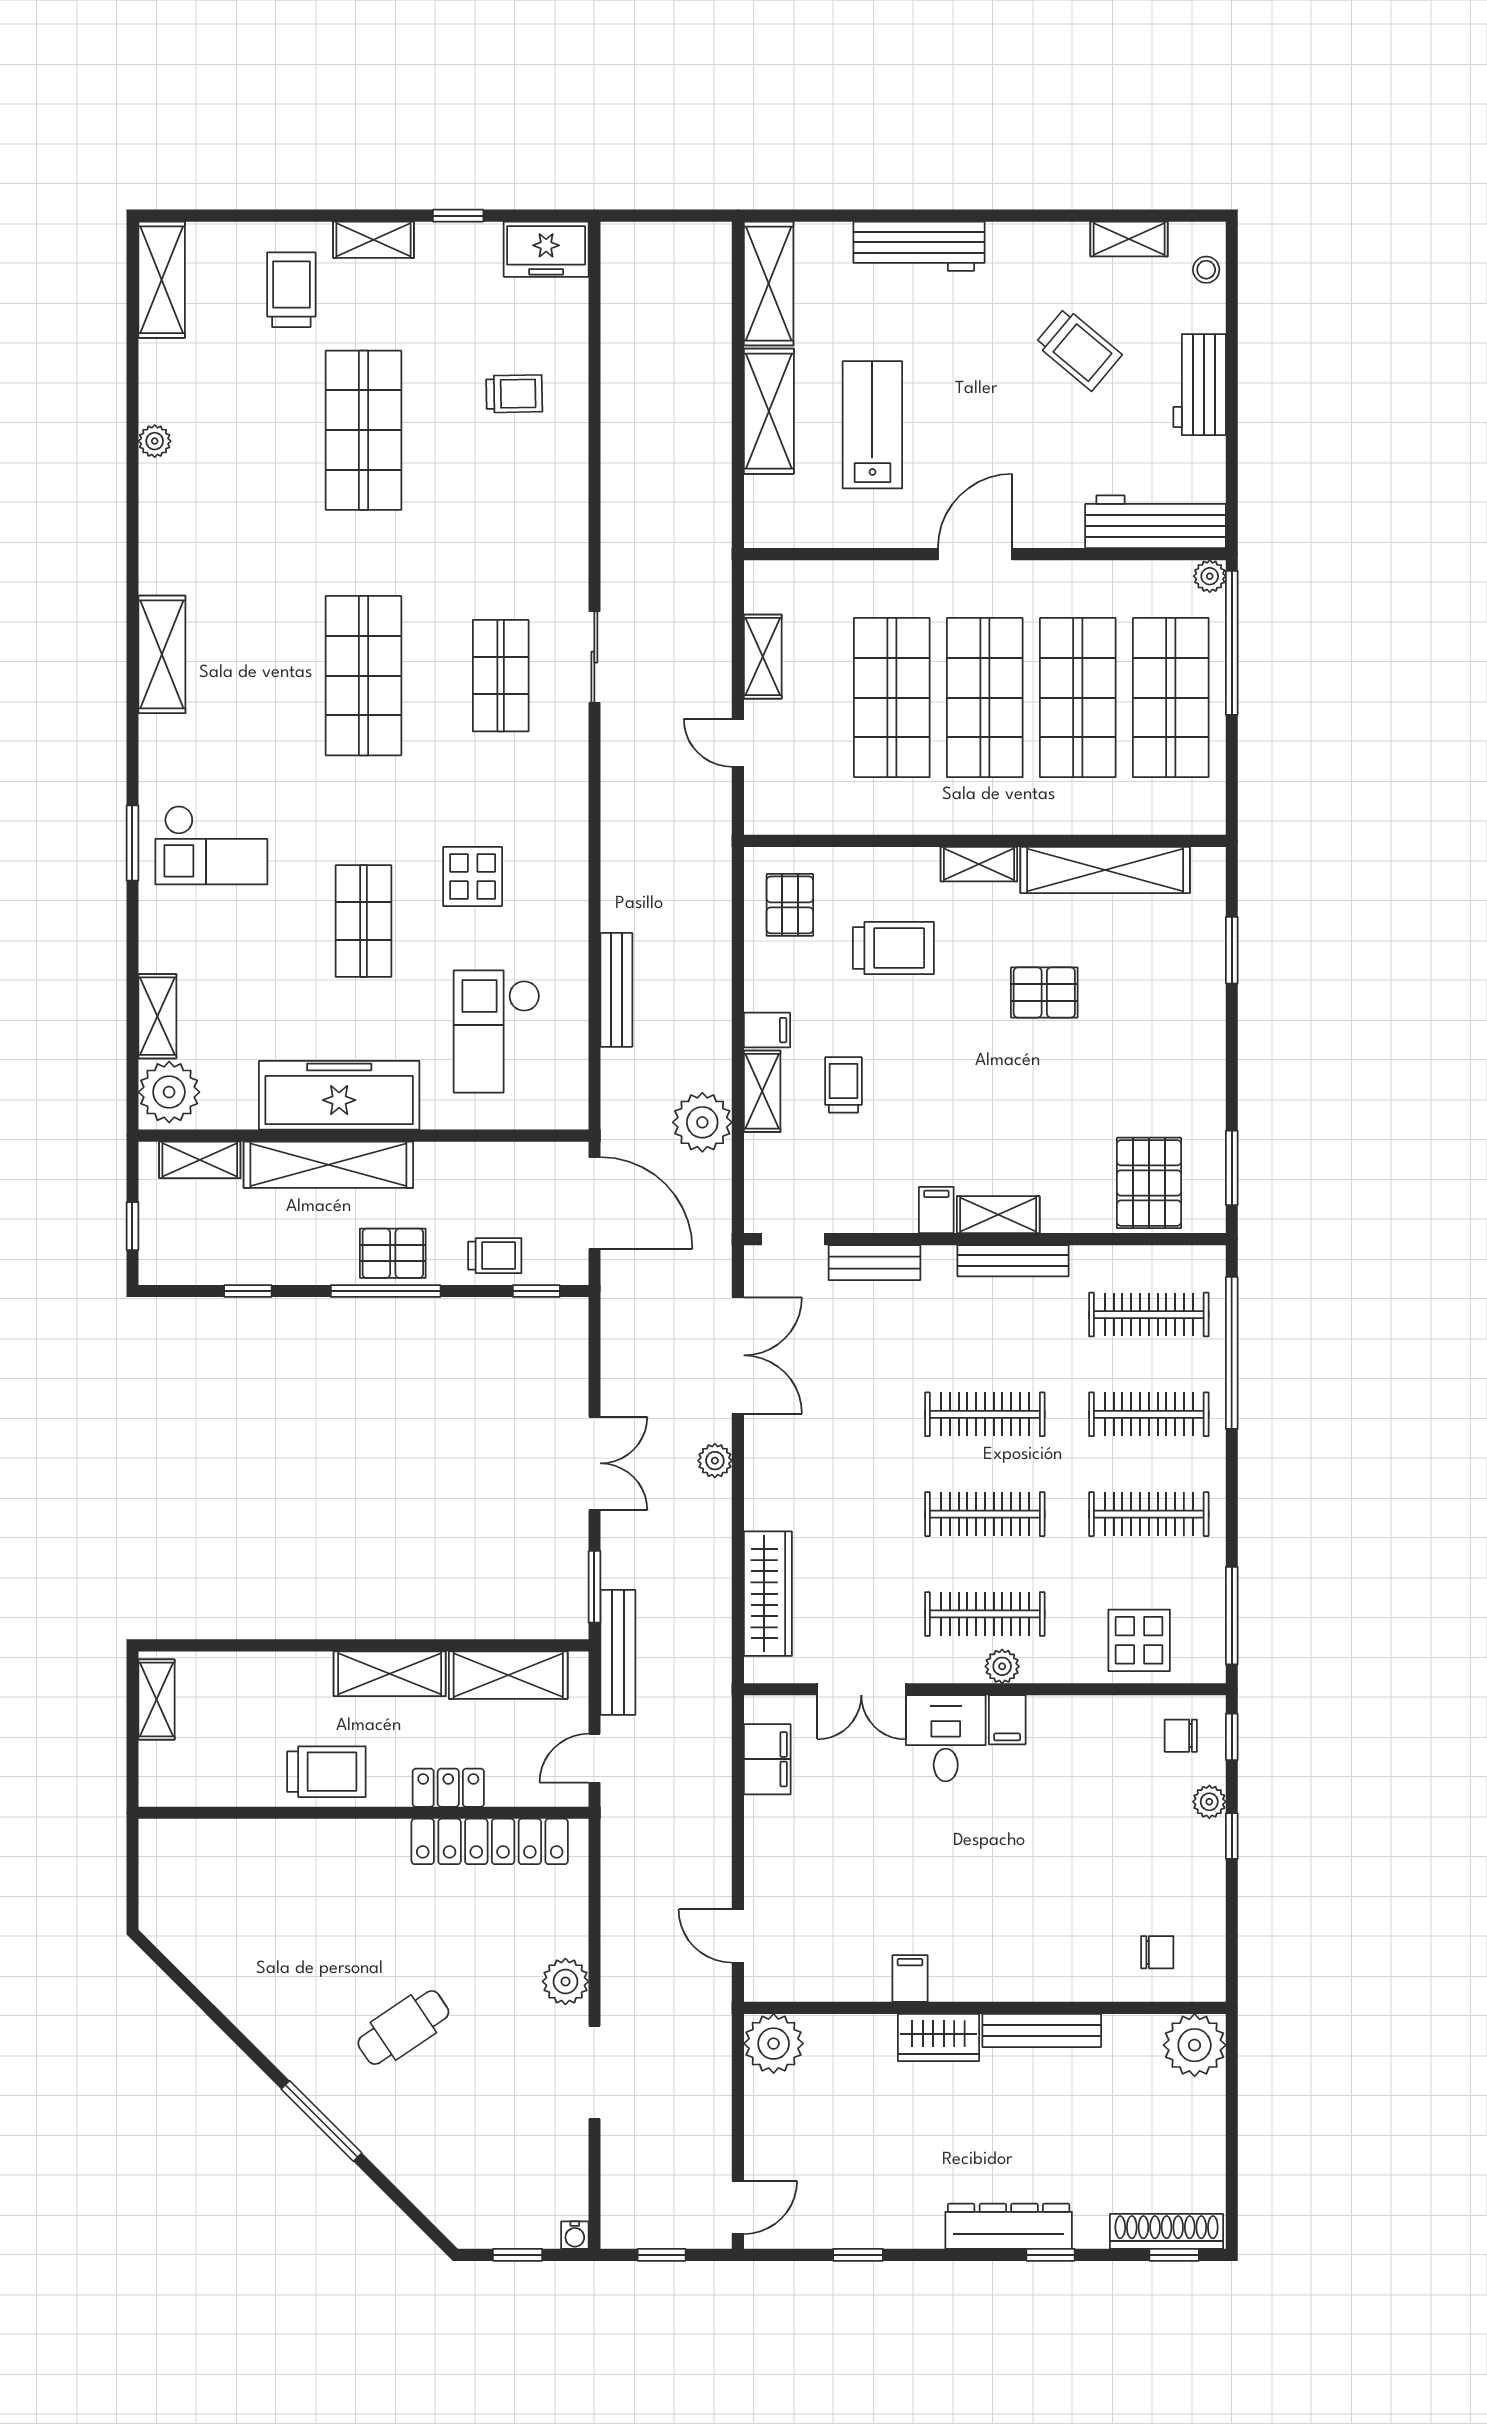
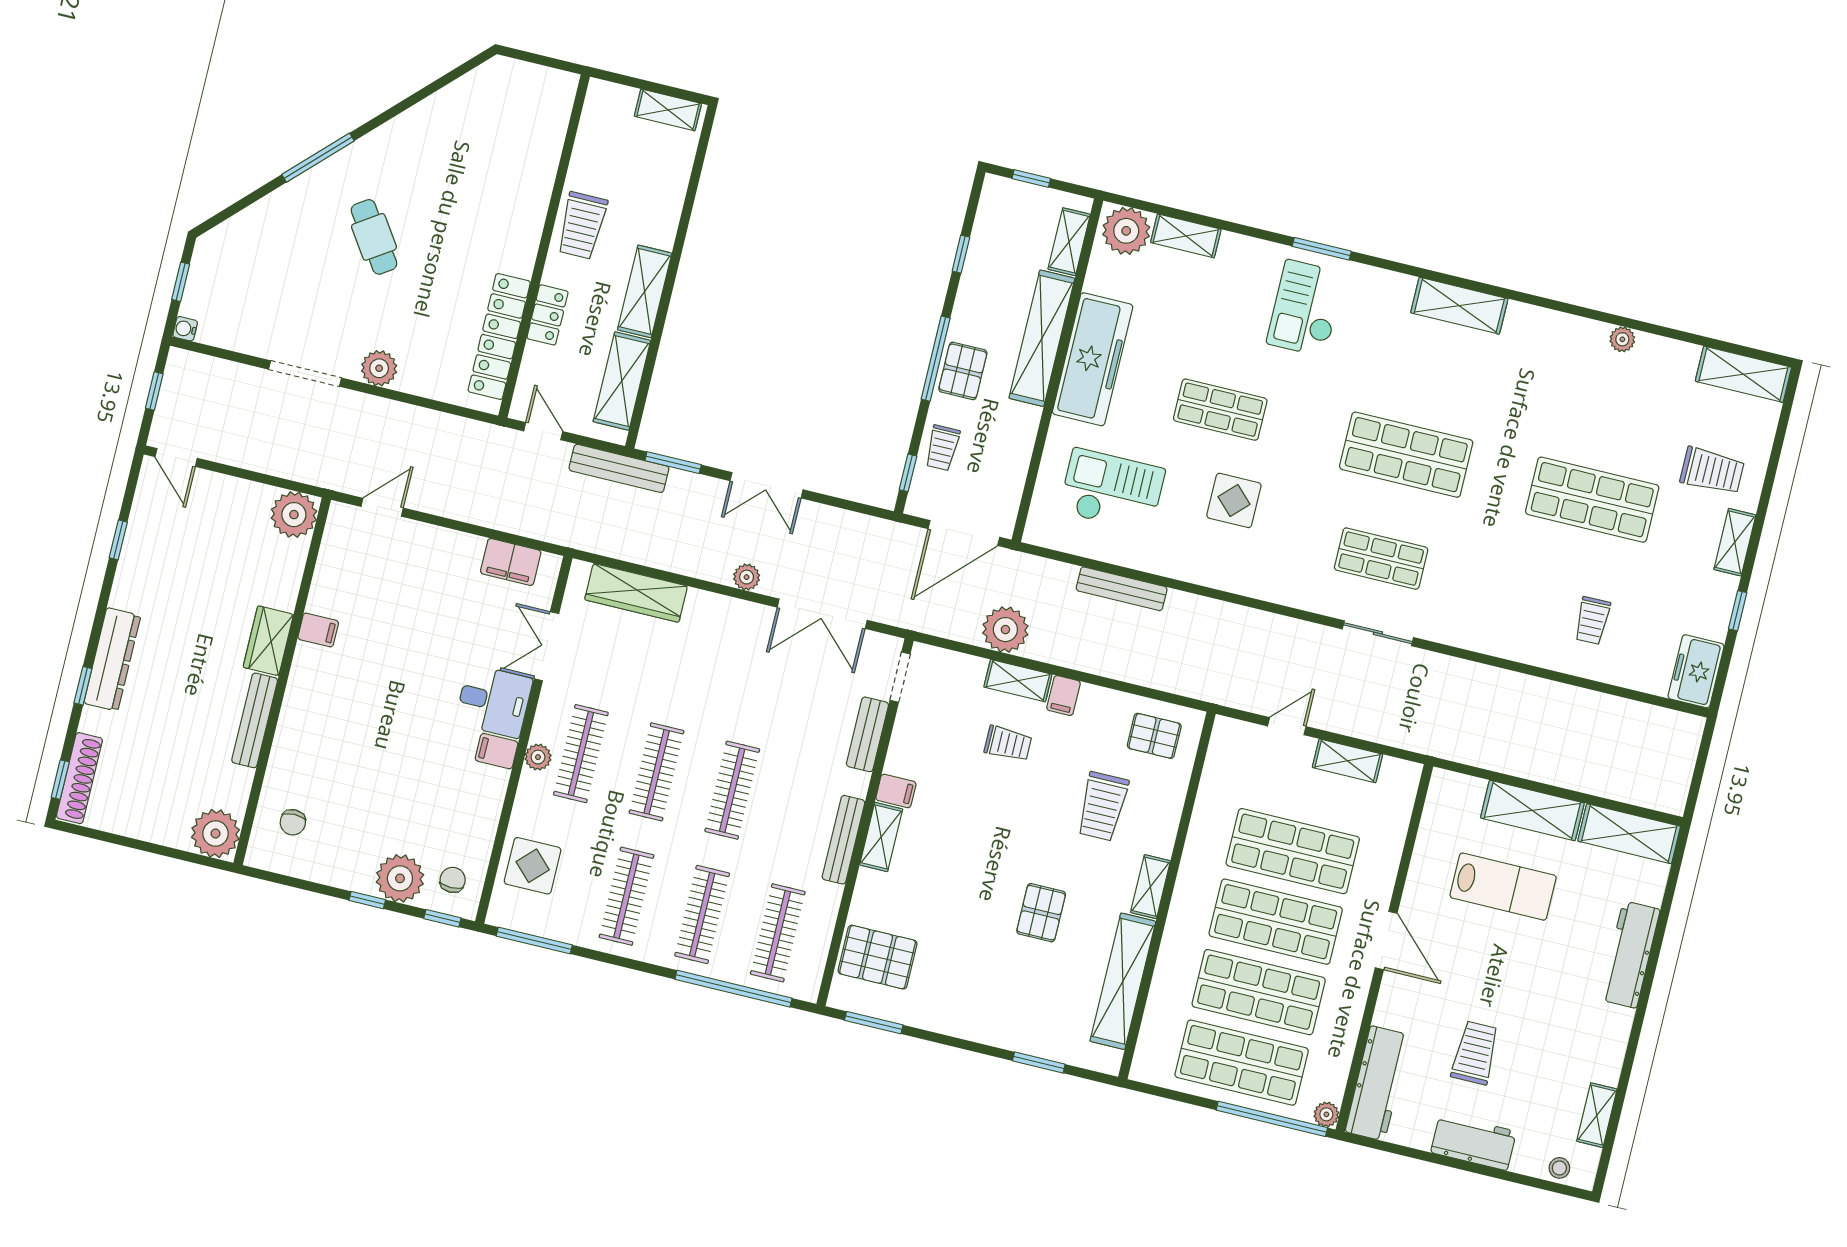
trolley: (1078, 349) -> (1475, 1053), moved, turned 140
plant: (1209, 1802) -> (400, 878), width x1.88, depth x1.88

